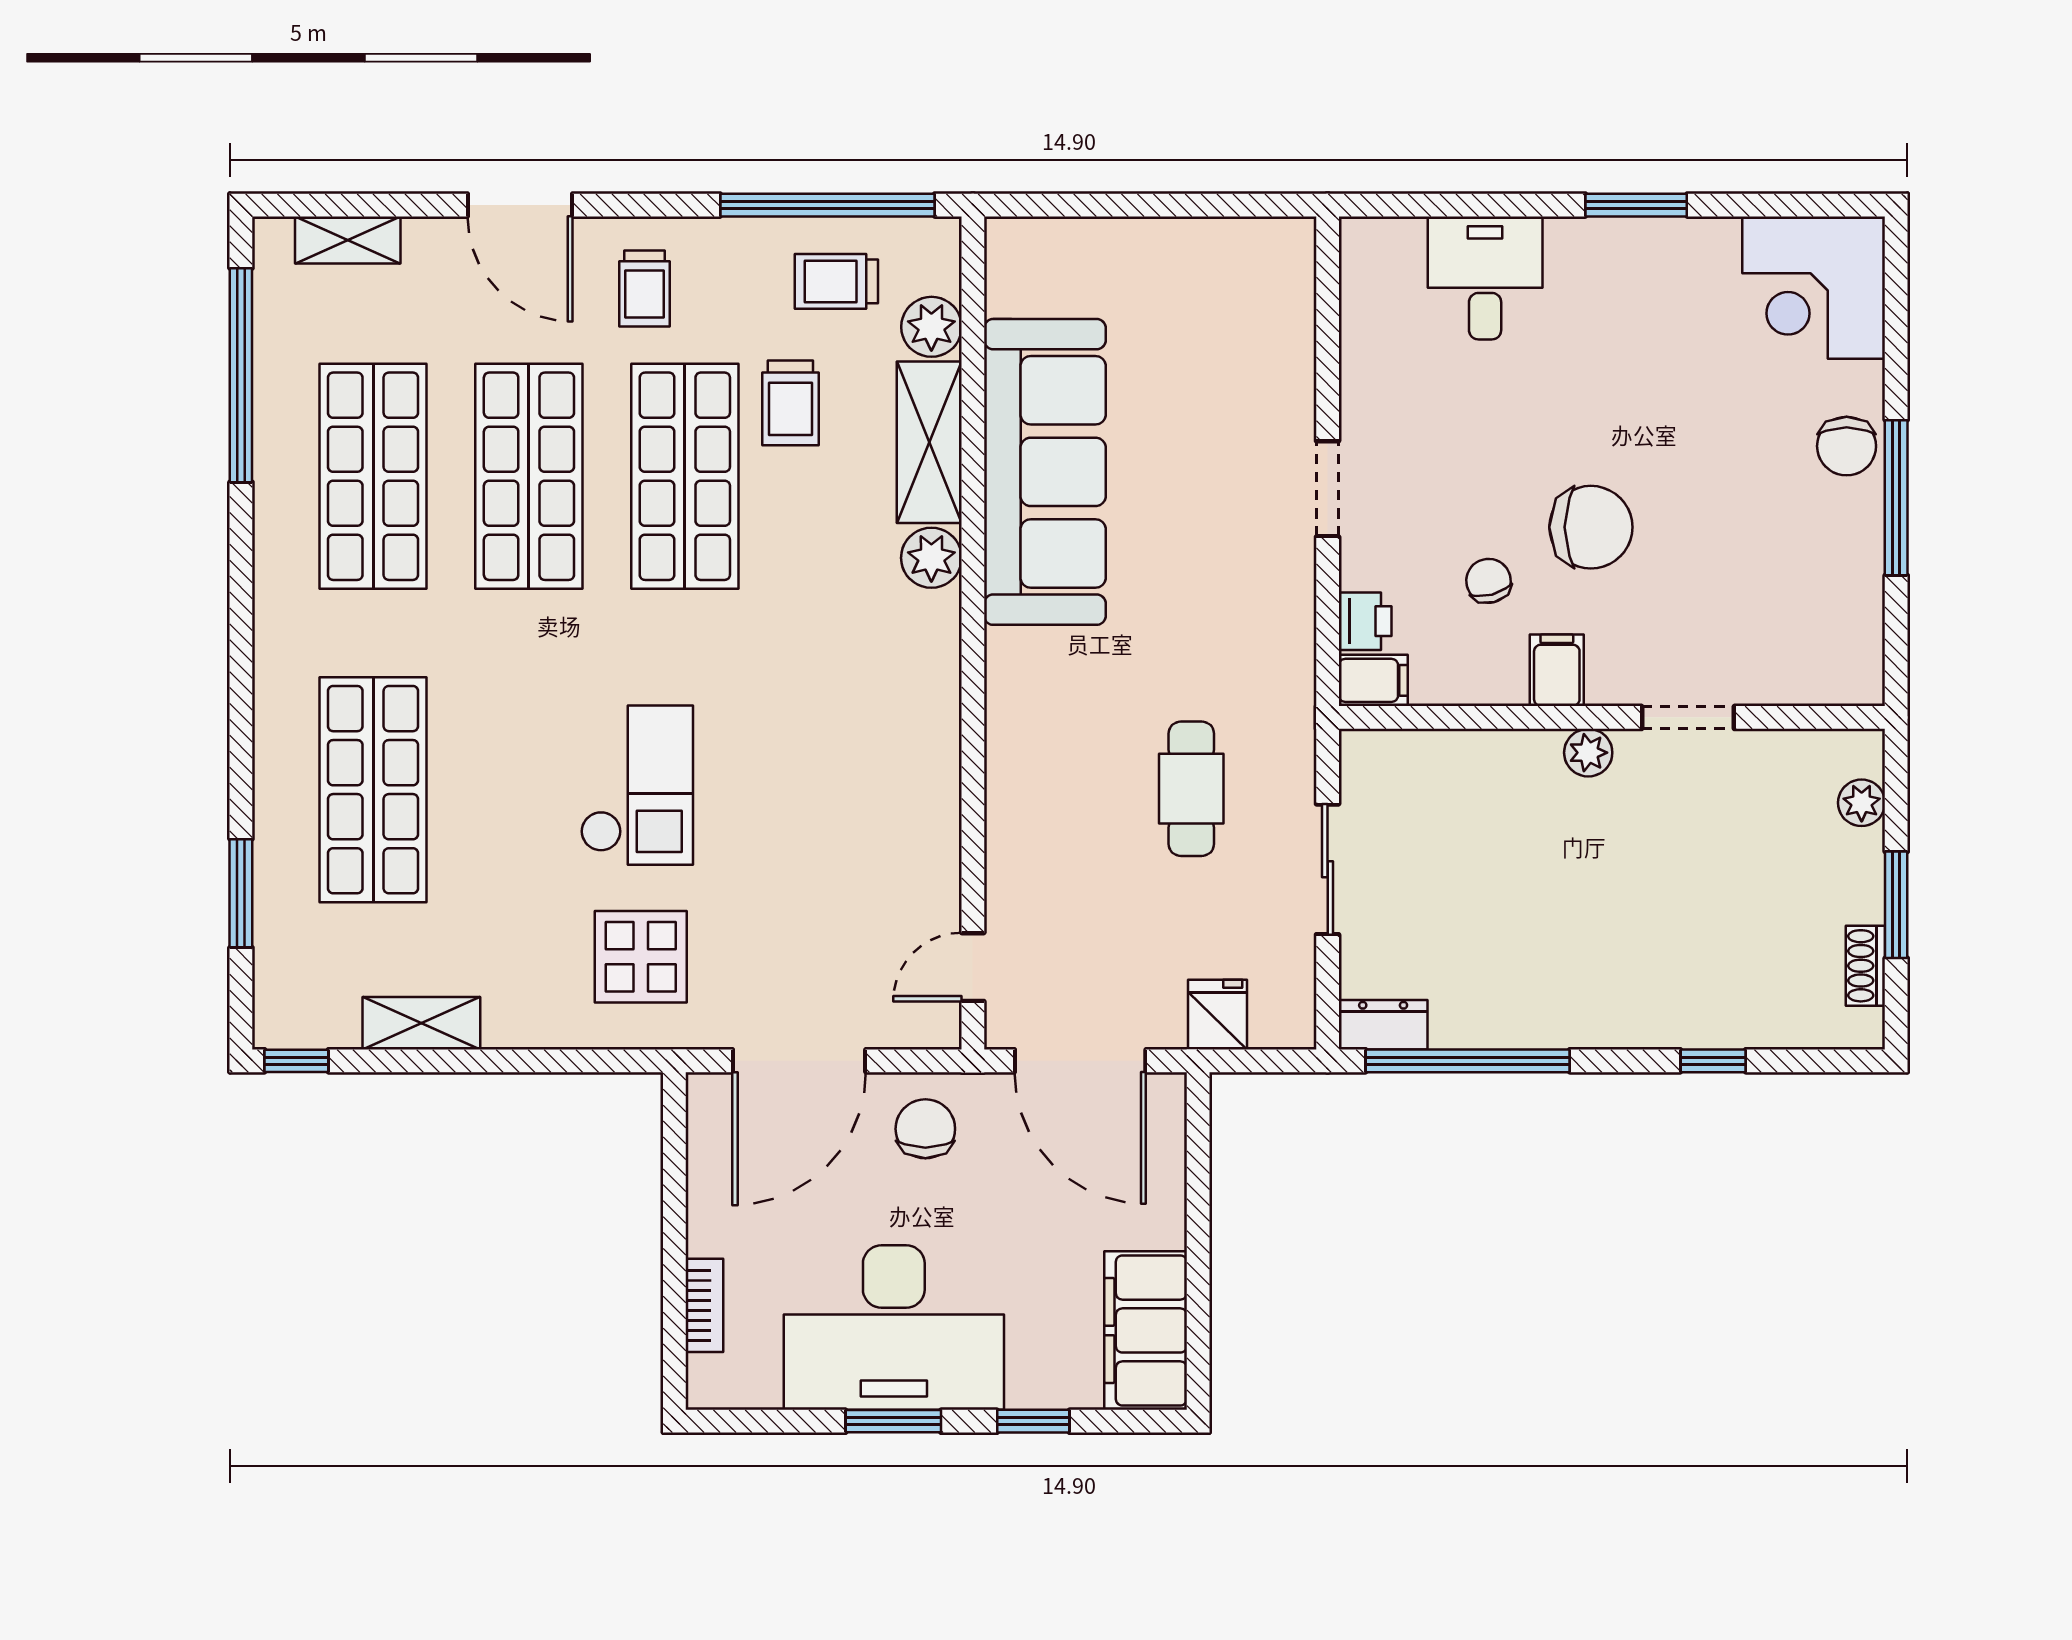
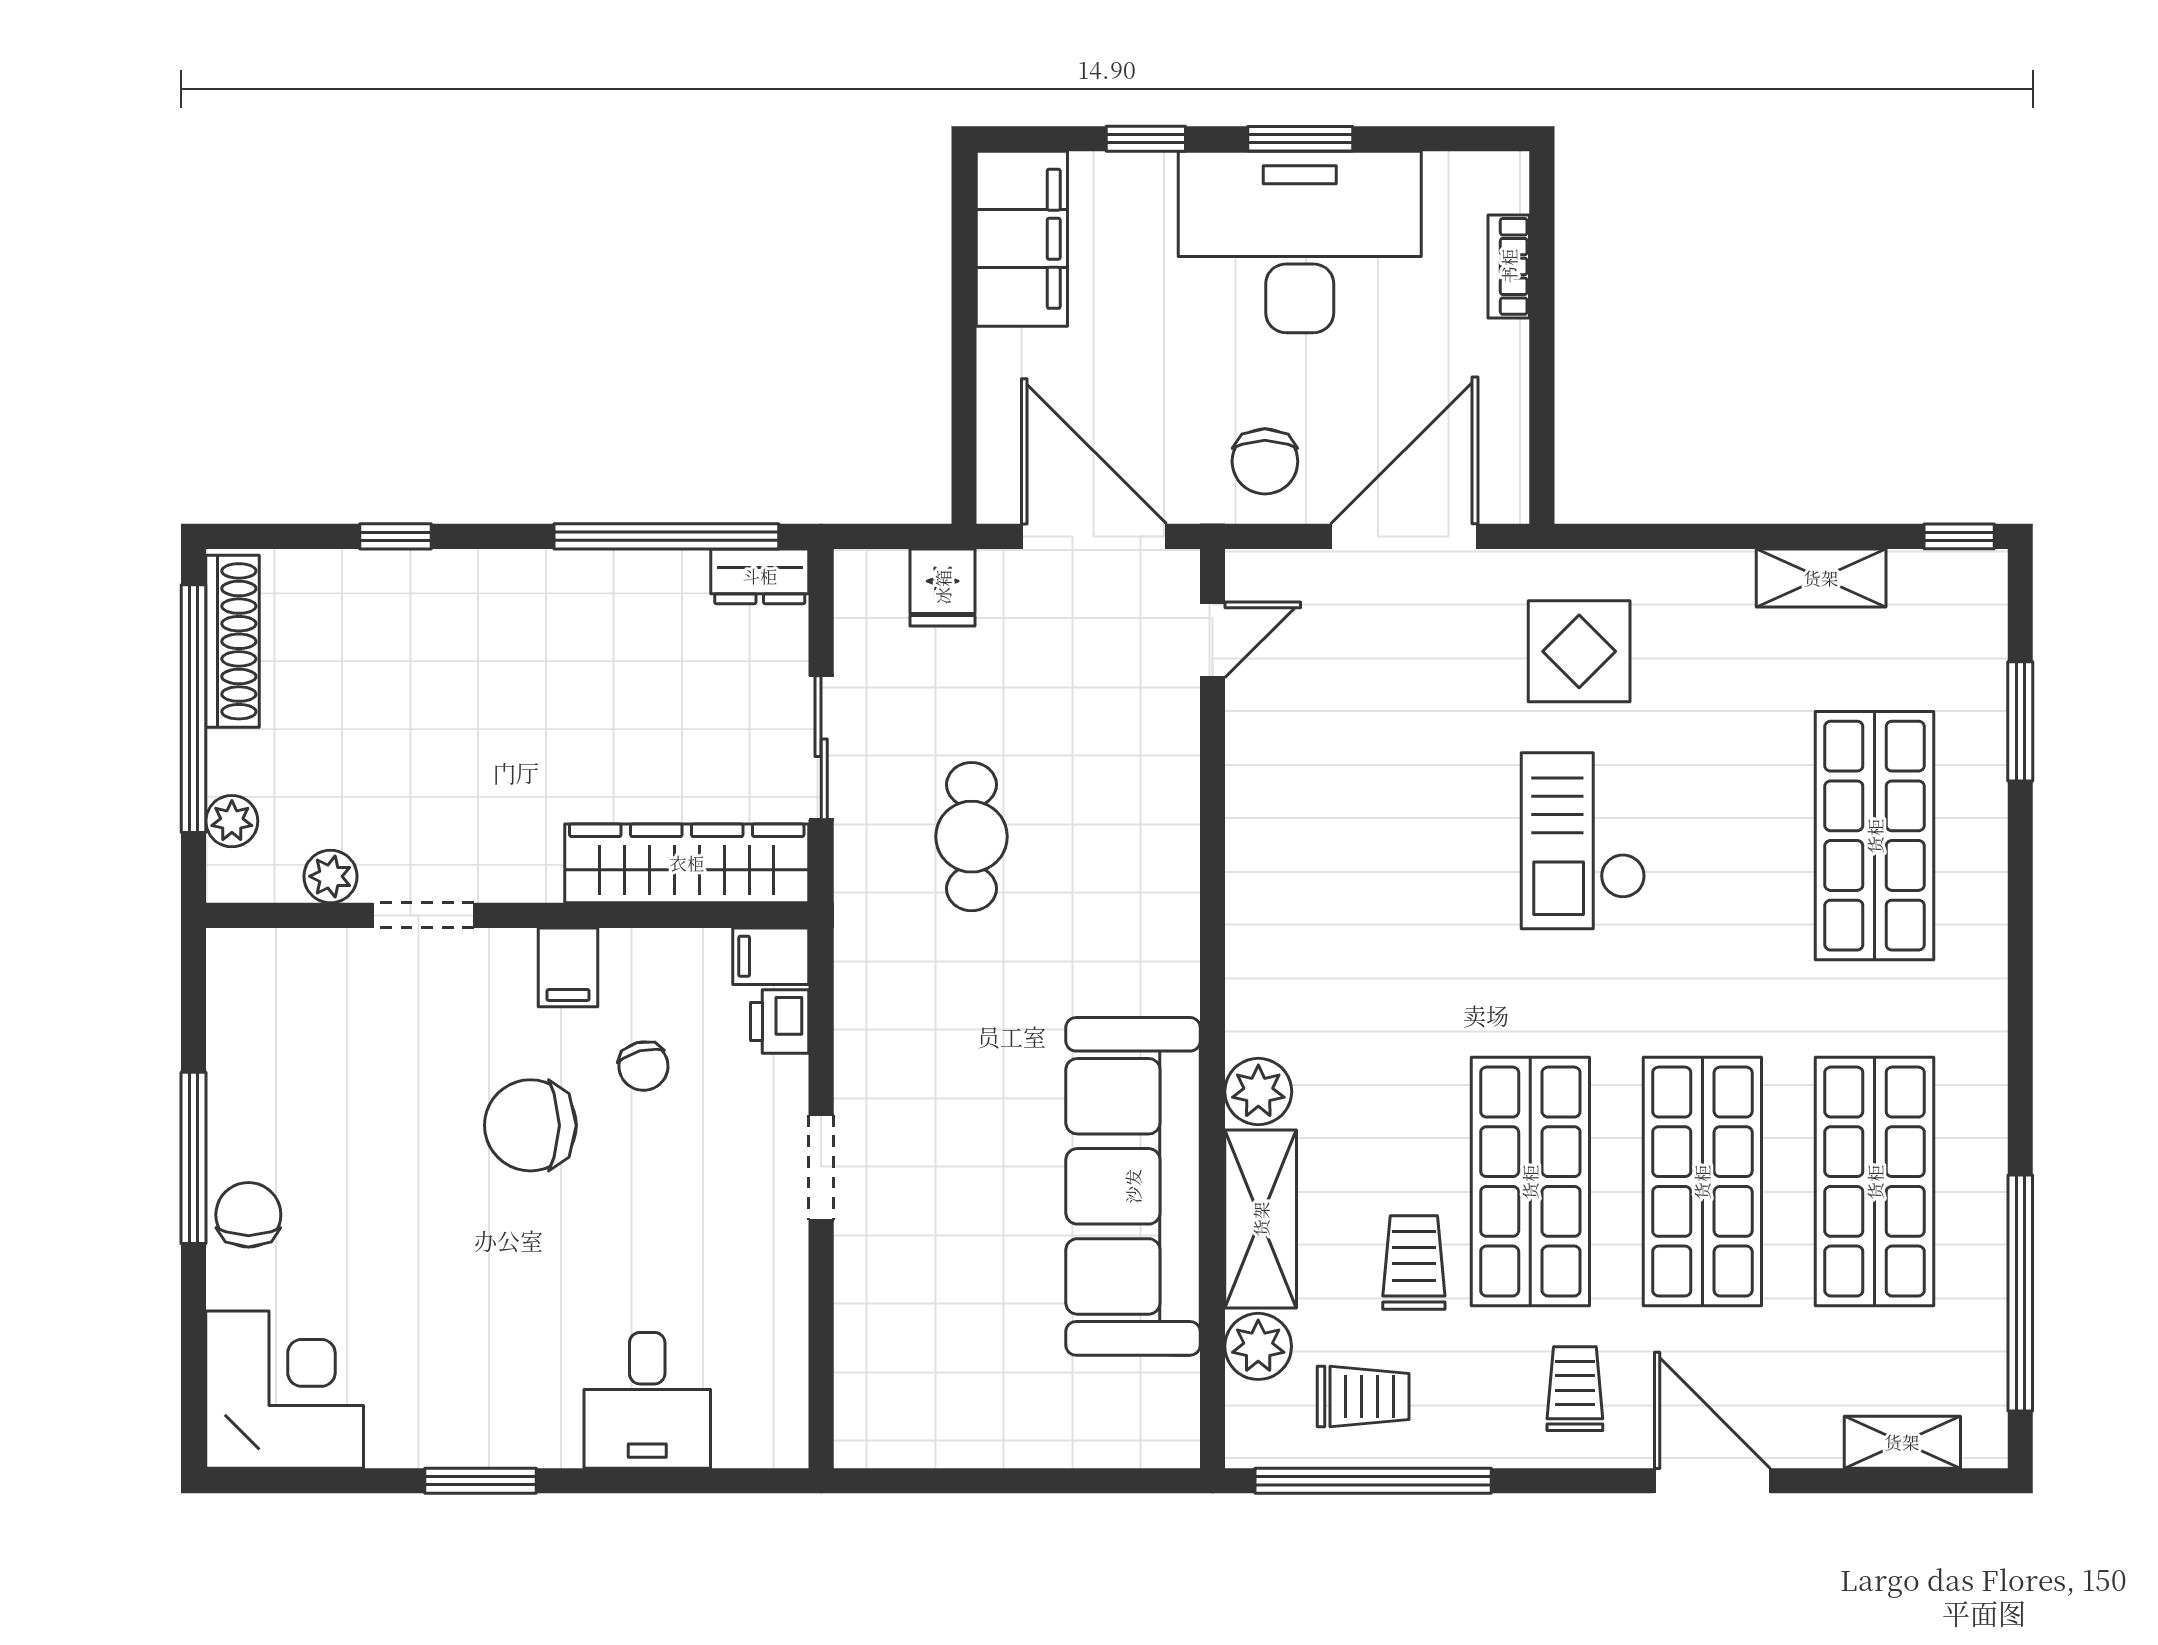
plant: (1588, 753) -> (330, 876), moved
wardrobe: (1449, 764) -> (687, 863), added
window: (1896, 905) -> (194, 709), width x2.11
shoe rack: (1865, 966) -> (233, 641), width x1.94, depth x1.24

